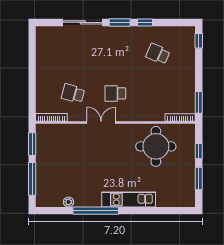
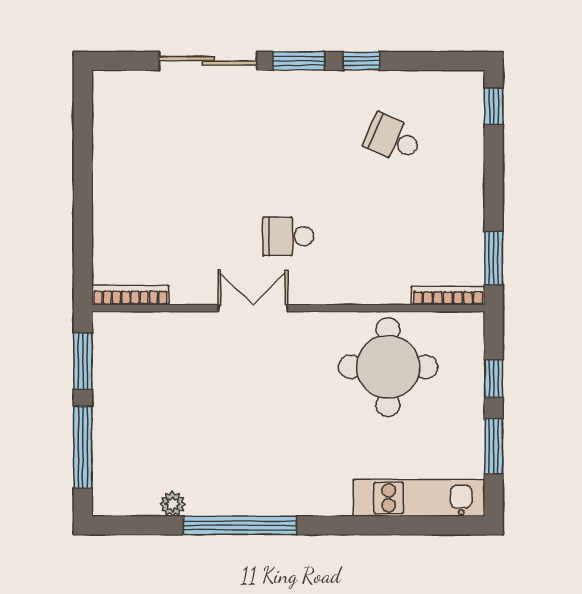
school desk: (73, 93) -> (184, 236), removed
kitchen unit: (129, 199) -> (419, 498), moved

